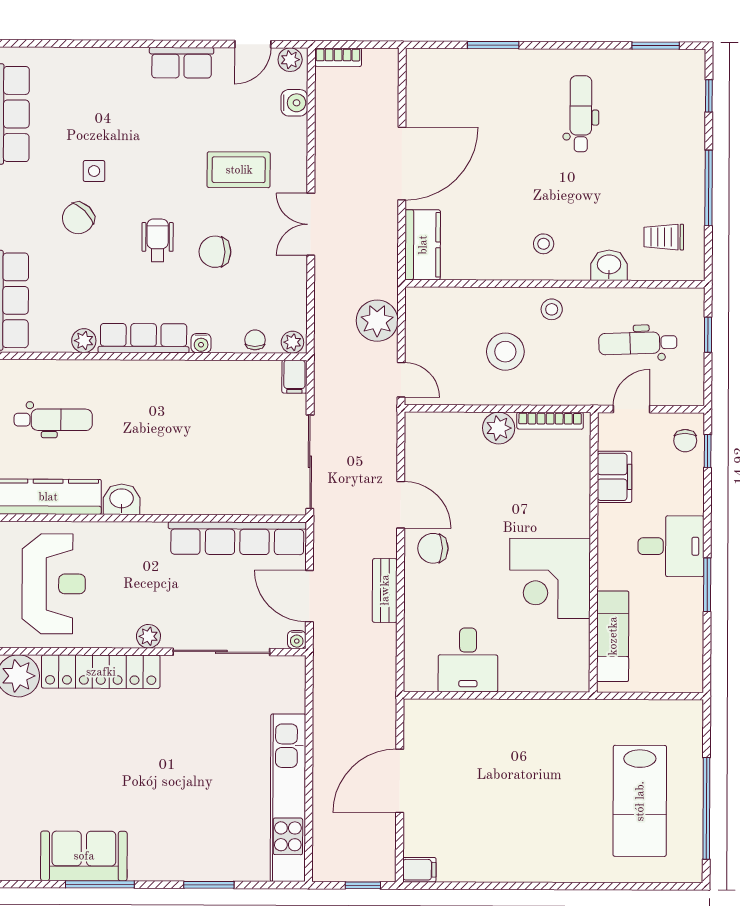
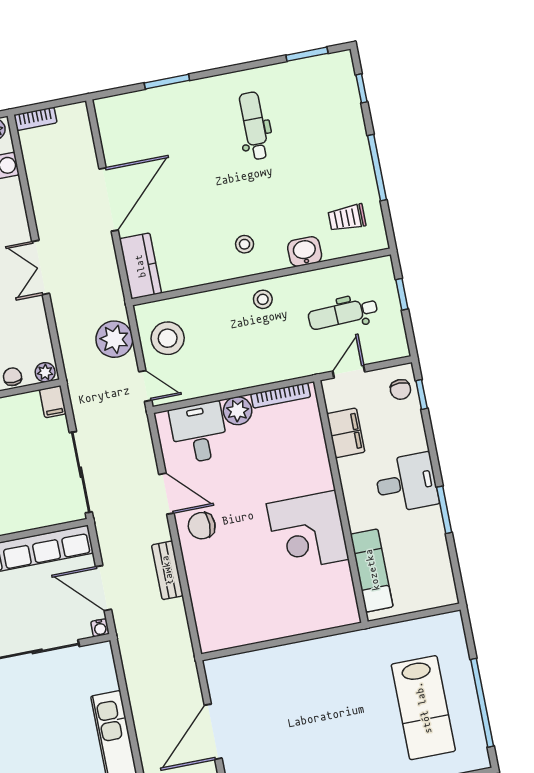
stool: (505, 352) -> (168, 338), moved
desk: (468, 660) -> (199, 433), moved, turned 180

